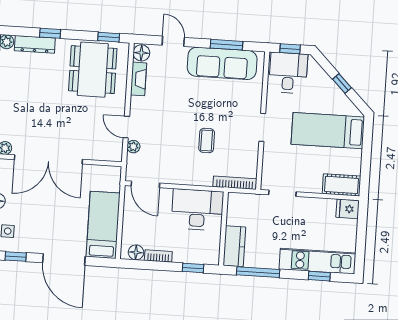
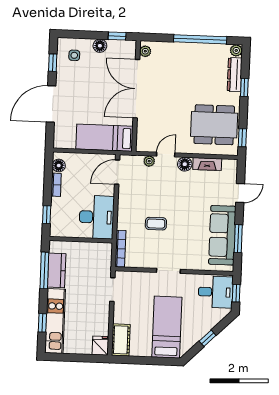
floor lamp: (141, 53) -> (185, 164), moved
bed: (103, 225) -> (104, 138), moved, turned 180
kitchen counter: (234, 246) -> (57, 270), moved, turned -90

